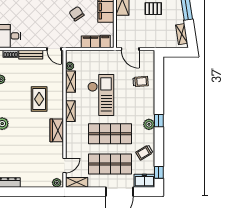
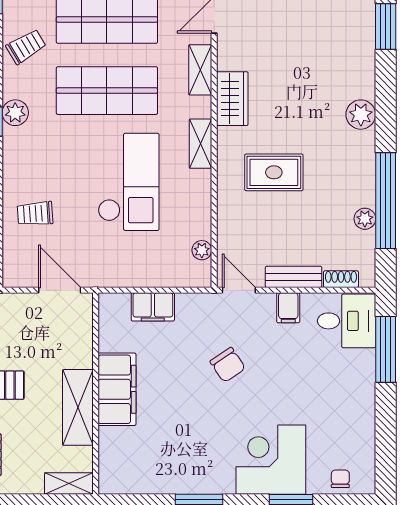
chair: (77, 14) -> (228, 365), moved
filing cabinet: (105, 42) -> (288, 308), moved
shelving: (70, 82) -> (200, 70), moved
checkout: (101, 95) -> (129, 182), turned 180
rug: (39, 99) -> (274, 172), turned 90

